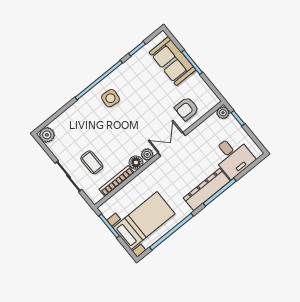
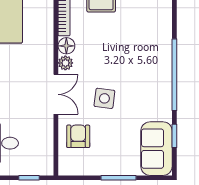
sofa: (172, 61) -> (157, 149), moved, turned -90
side table: (110, 98) -> (104, 98), moved
plant: (223, 113) -> (46, 168), removed

